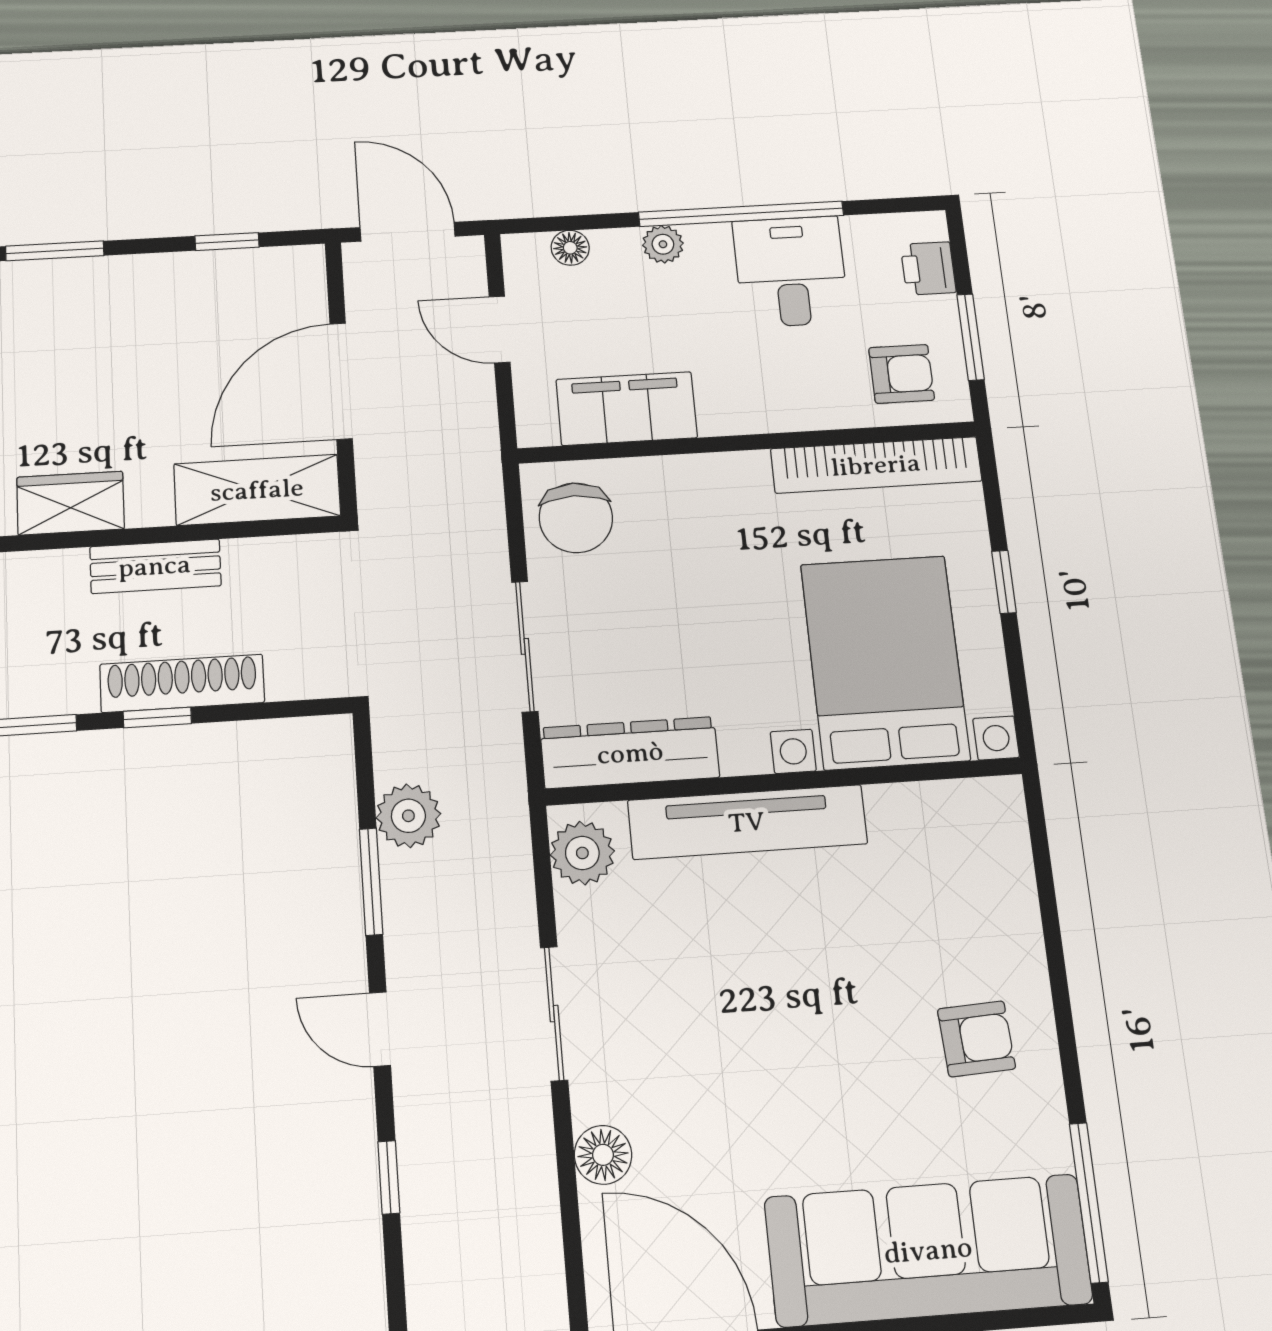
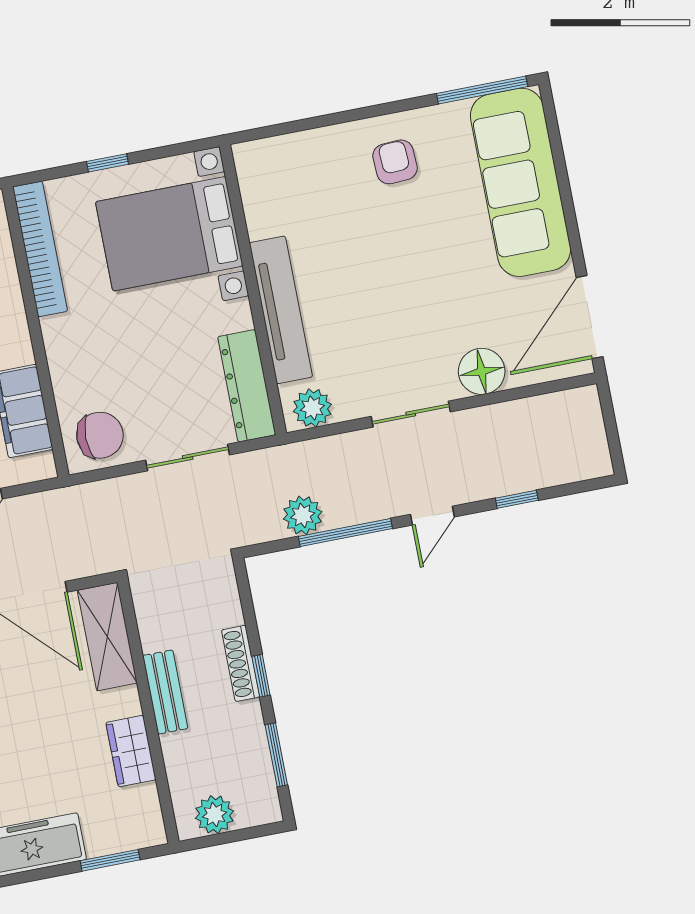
shoe rack: (182, 683) -> (241, 663), width x0.74, depth x0.81
window: (371, 882) -> (345, 533), width x1.44
floor lamp: (603, 1155) -> (482, 371), width x1.38, depth x1.38

